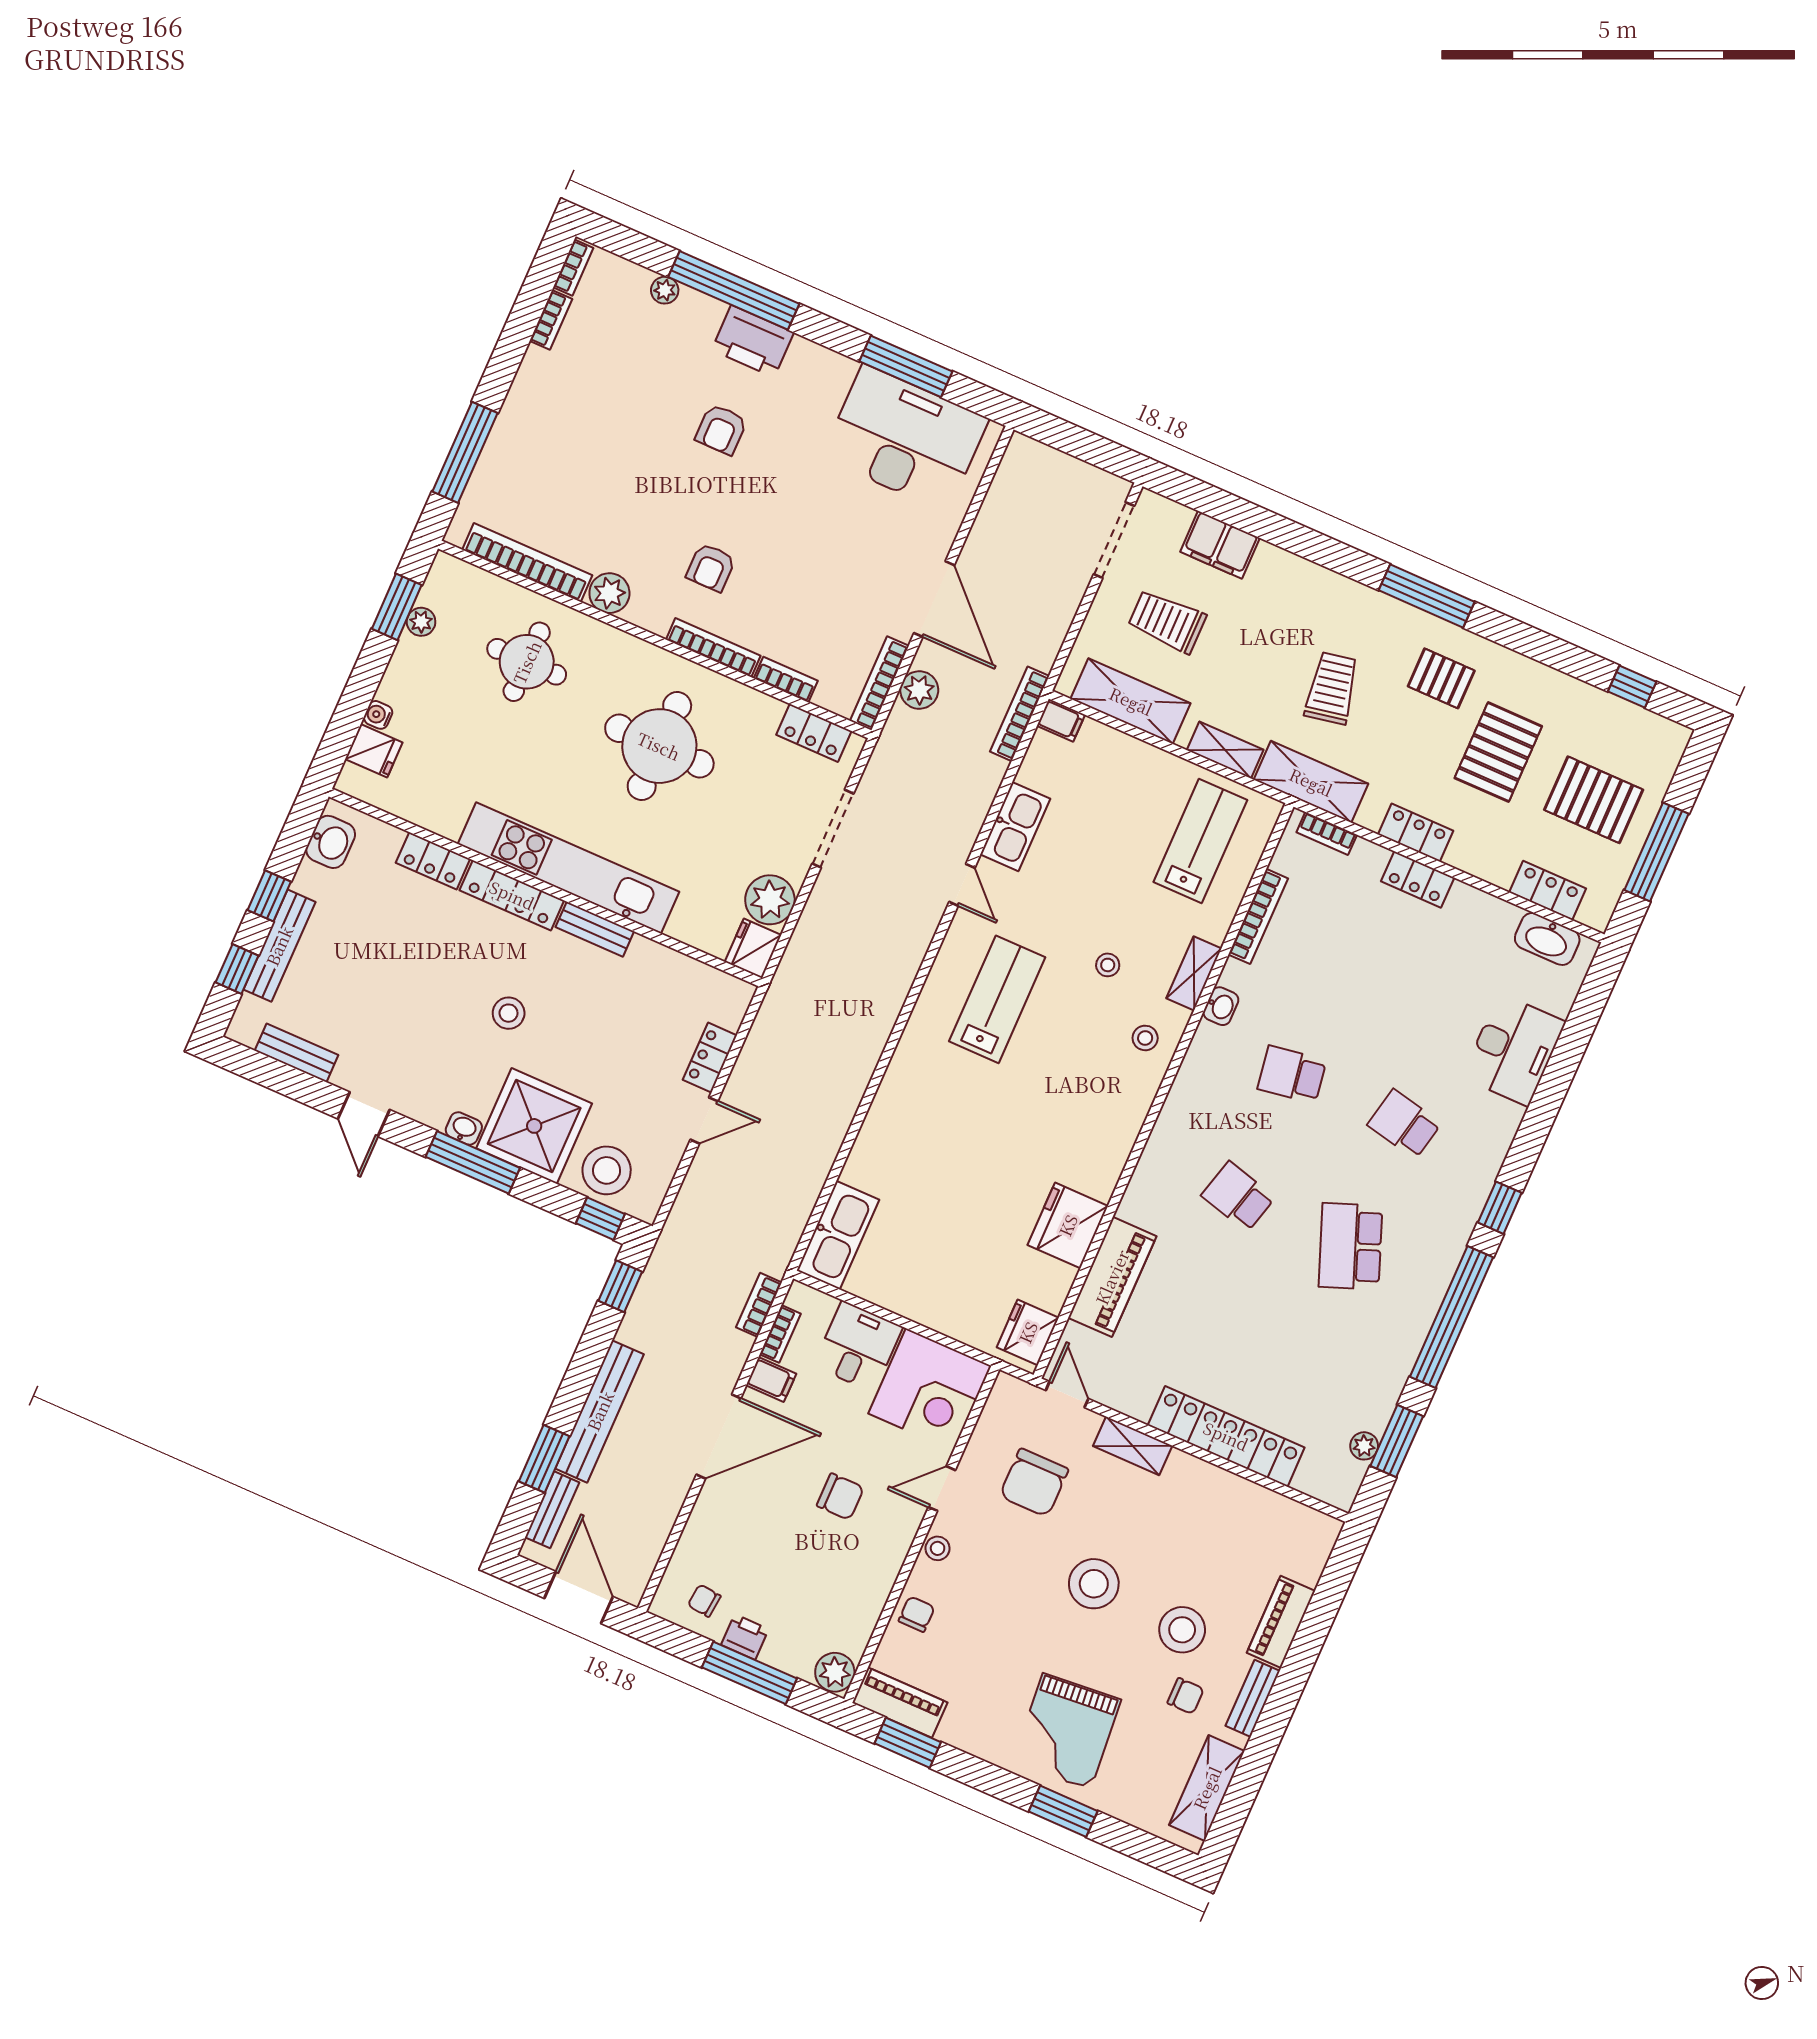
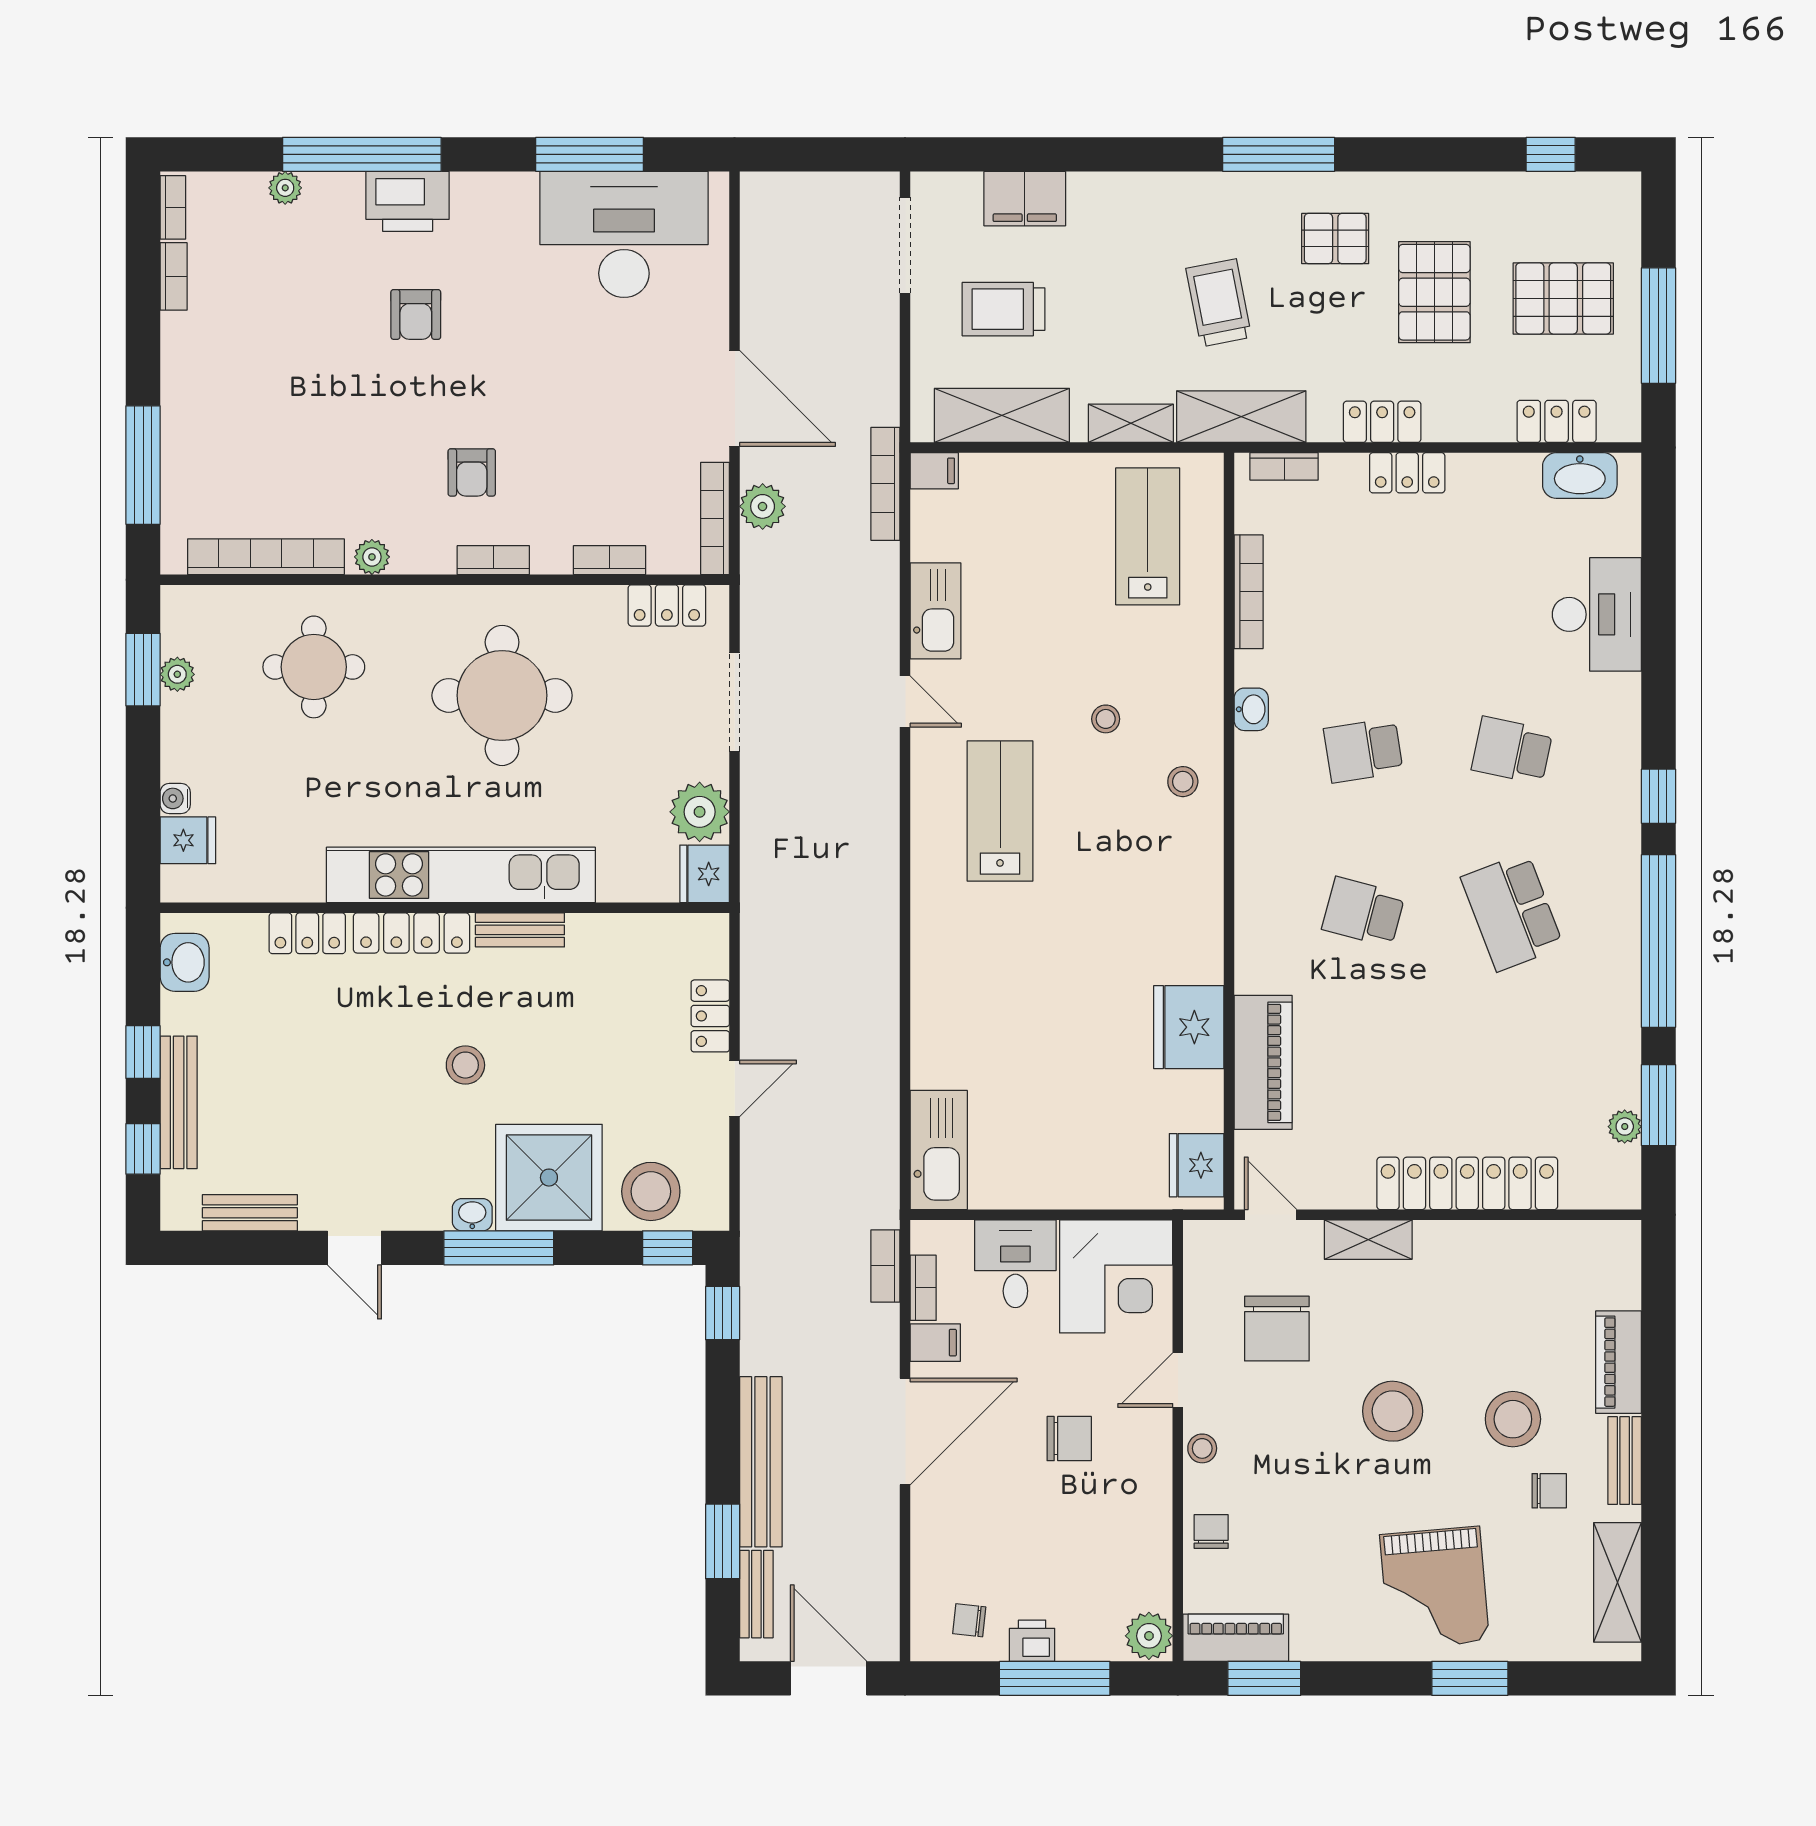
plant: (609, 593) -> (372, 557), width x0.73, depth x0.73
bookcase: (713, 648) -> (493, 560), width x0.64
shelving: (1194, 973) -> (1205, 686), removed

